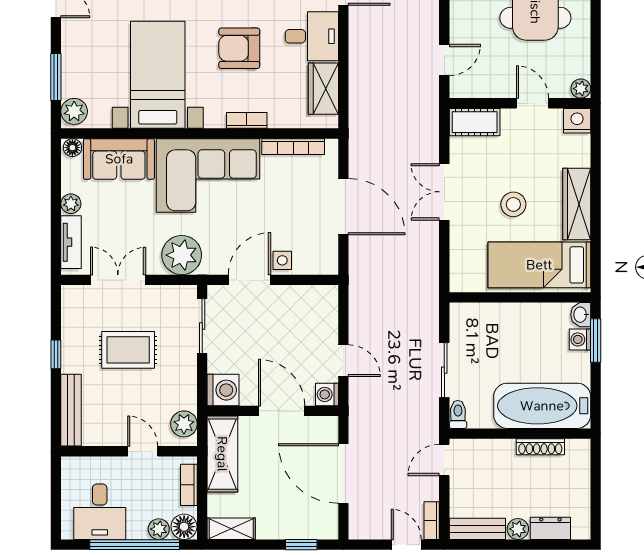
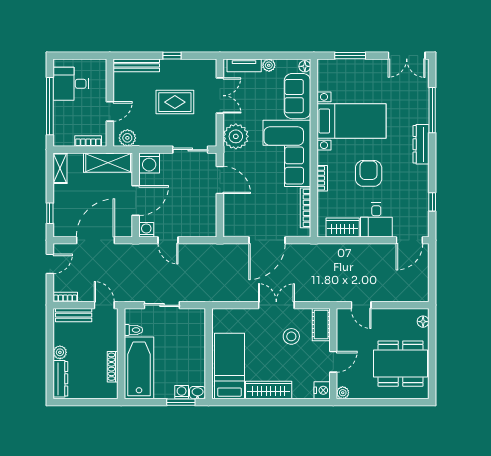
plant: (74, 111) -> (328, 67), removed
stool: (513, 204) -> (291, 336), moved
side table: (282, 260) -> (232, 201), removed
rug: (128, 350) -> (175, 102), turned 90
door: (343, 361) -> (168, 240), hinge flipped
toilet: (458, 414) -> (133, 330), moved
floor lamp: (184, 527) -> (61, 138), removed
dresser: (550, 528) -> (60, 379), width x1.44
plant: (159, 529) -> (60, 122), removed
bench: (477, 529) -> (74, 315), moved, turned 90
door: (406, 545) -> (50, 264), moved

